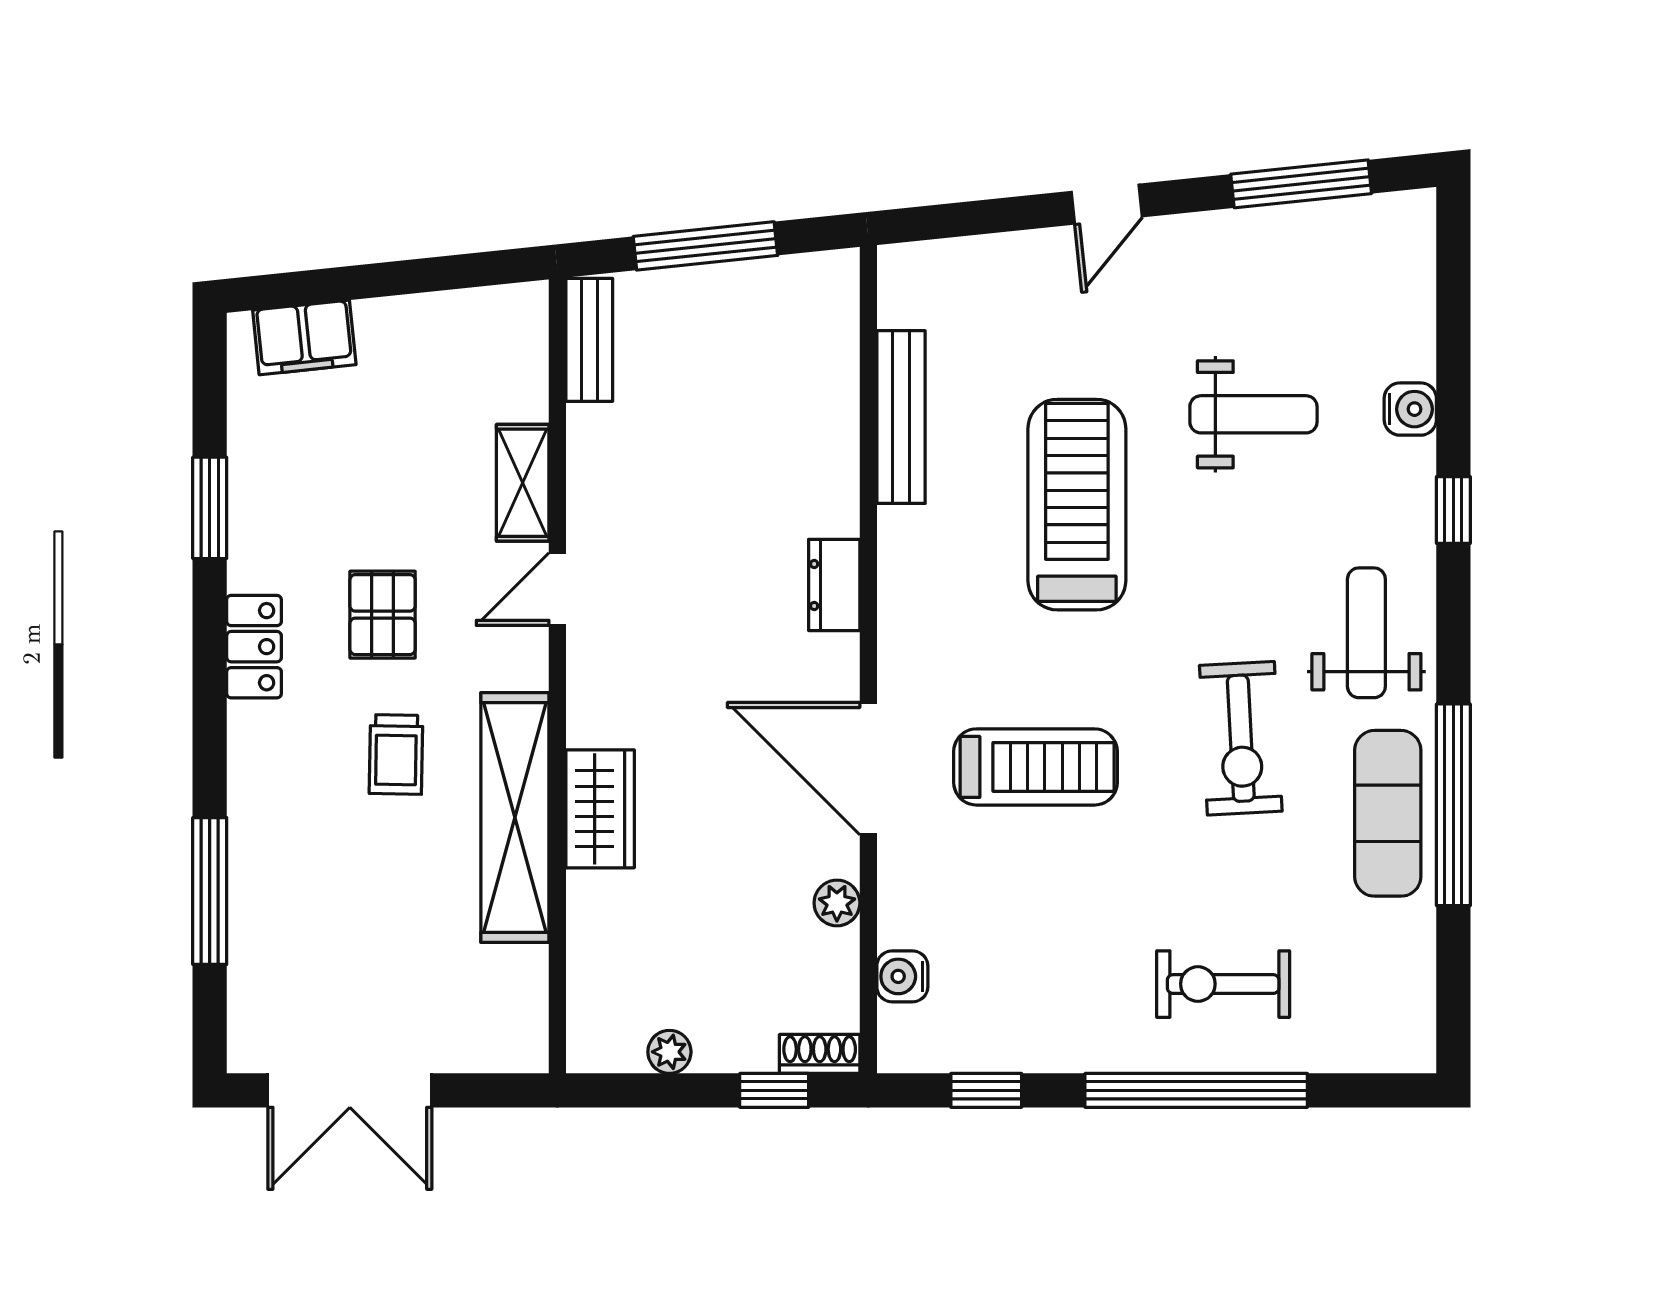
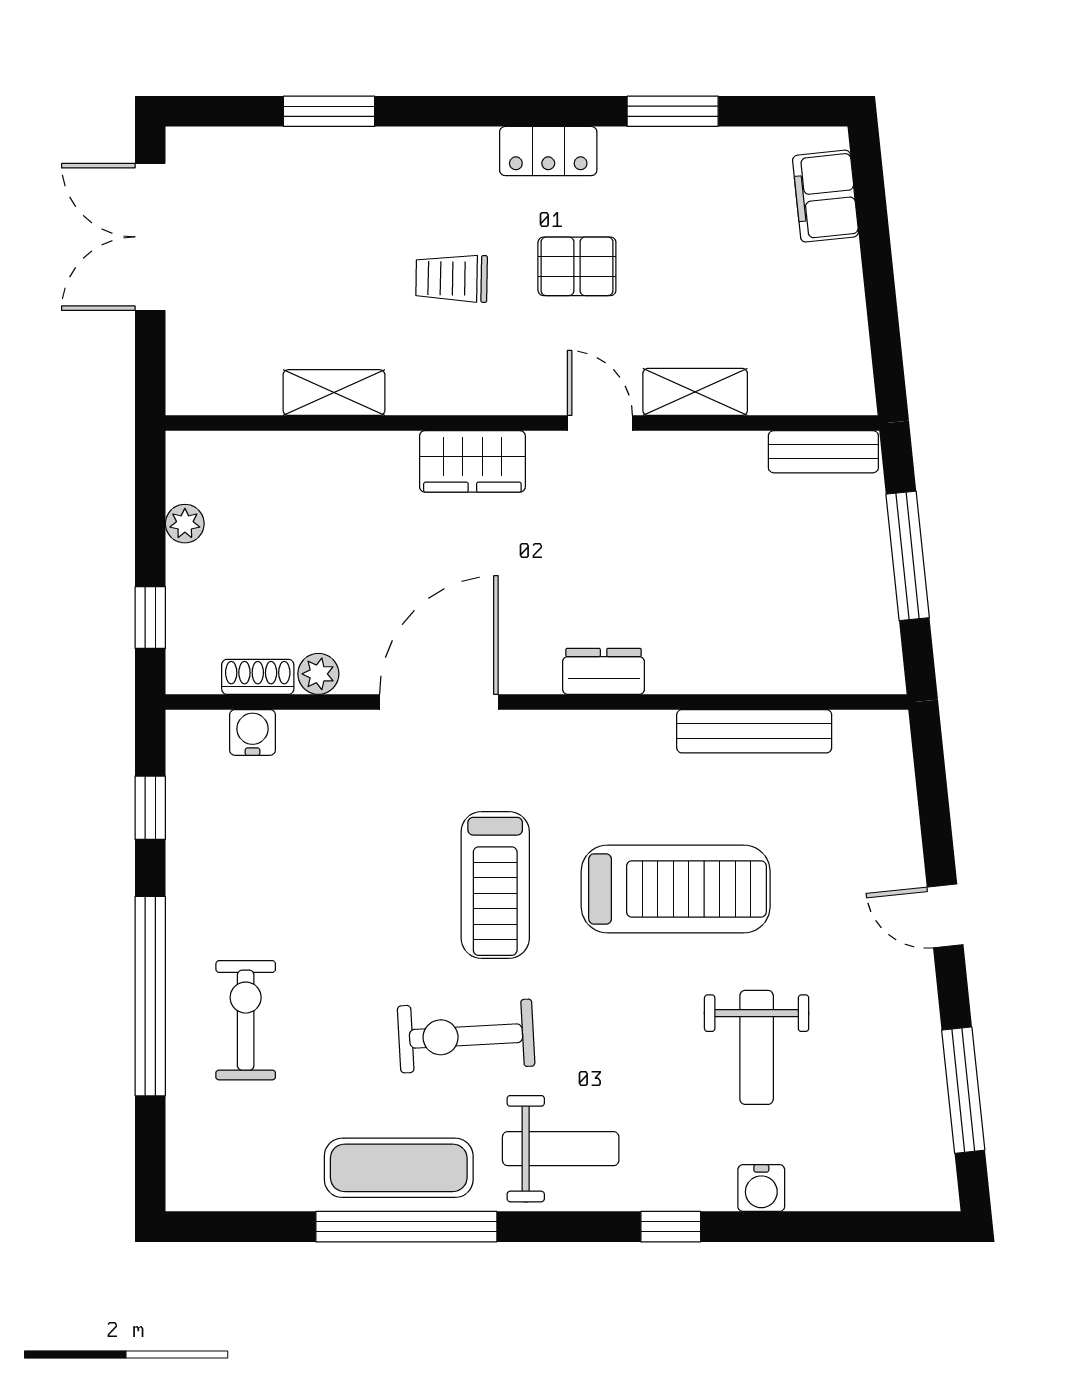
treadmill: (1035, 767) -> (495, 885), moved
wardrobe: (600, 809) -> (472, 461), moved
shelving: (515, 817) -> (334, 393), width x0.45, depth x0.75
window: (210, 891) -> (329, 111), width x0.69
shoe rack: (820, 1054) -> (258, 677), moved, turned -90

